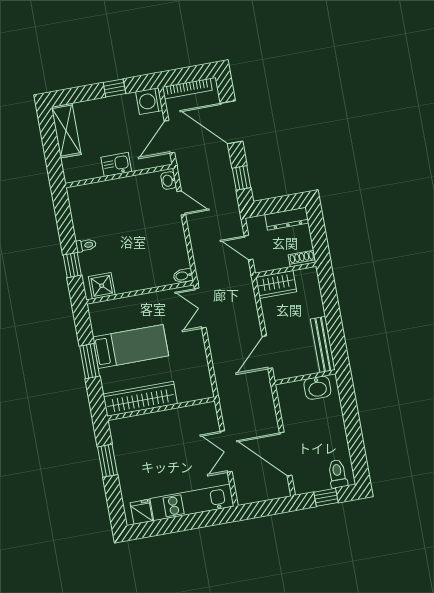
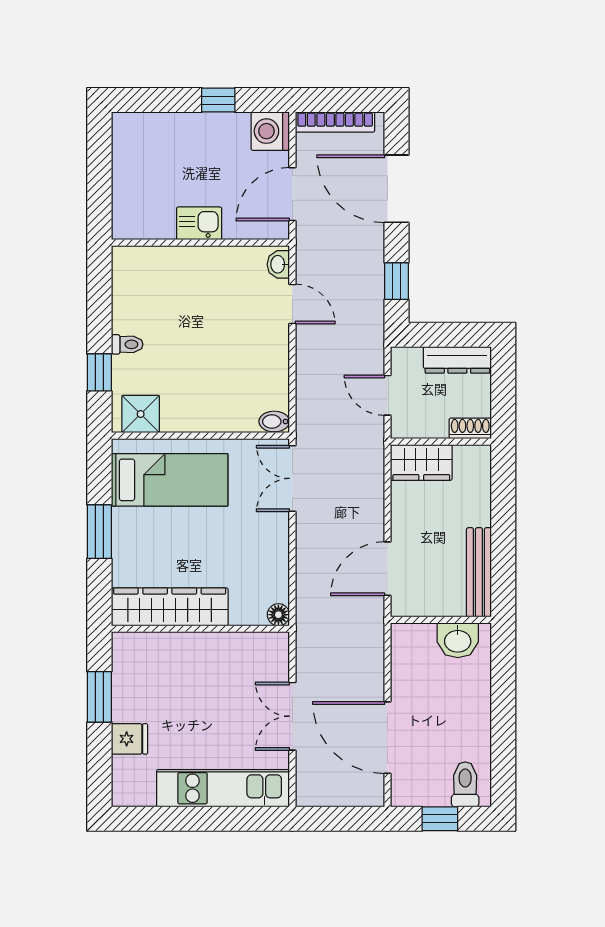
shelving: (66, 131) -> (128, 155), removed
bed: (131, 346) -> (170, 480), moved
floor lamp: (207, 392) -> (278, 615), added
fridge: (141, 512) -> (129, 739), moved, turned 90

